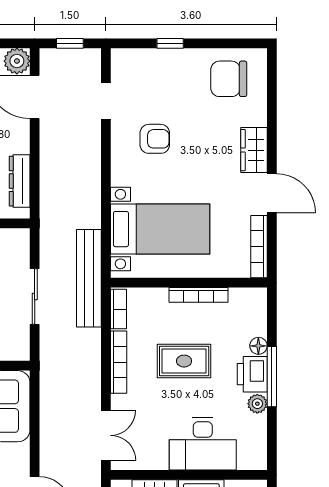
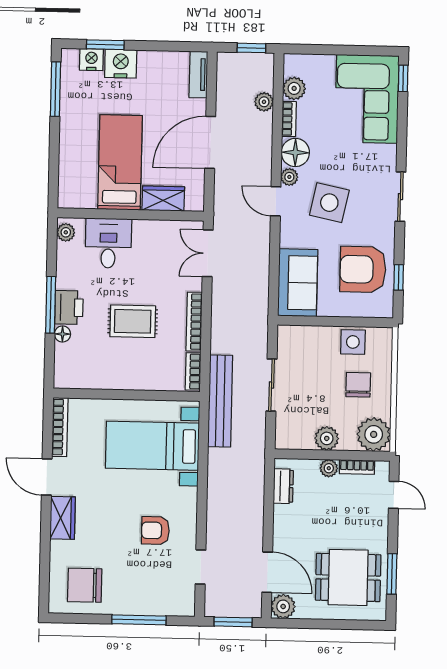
window: (70, 43) -> (233, 622), width x1.50
window: (170, 43) -> (139, 620), width x2.17
chair: (229, 79) -> (85, 585), turned 180
dresser: (20, 181) -> (283, 486), width x0.70
bookcase: (198, 295) -> (118, 383), removed
plant: (257, 404) -> (66, 232), moved
desk: (203, 444) -> (108, 243), width x0.73

